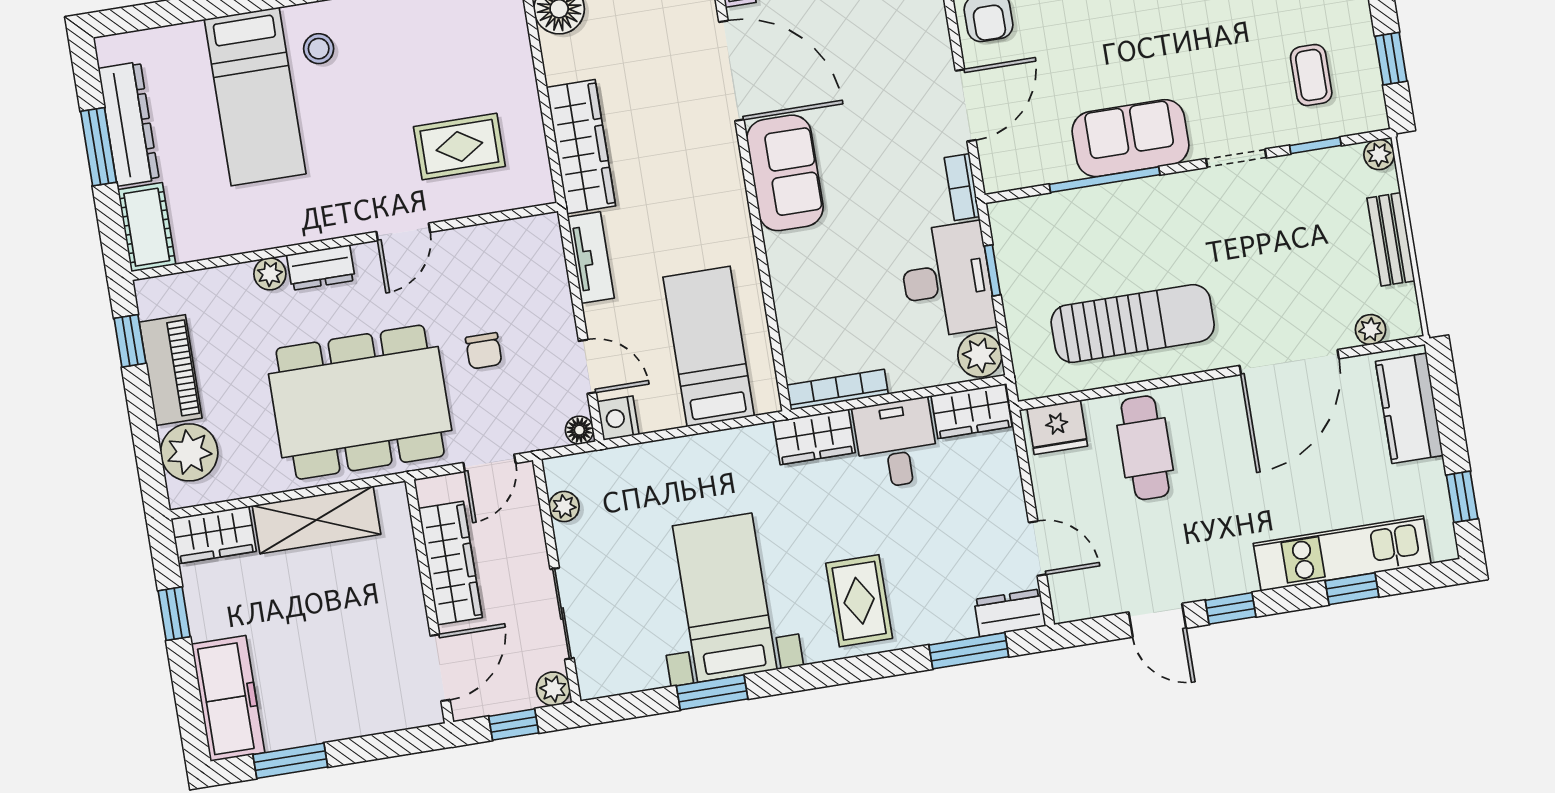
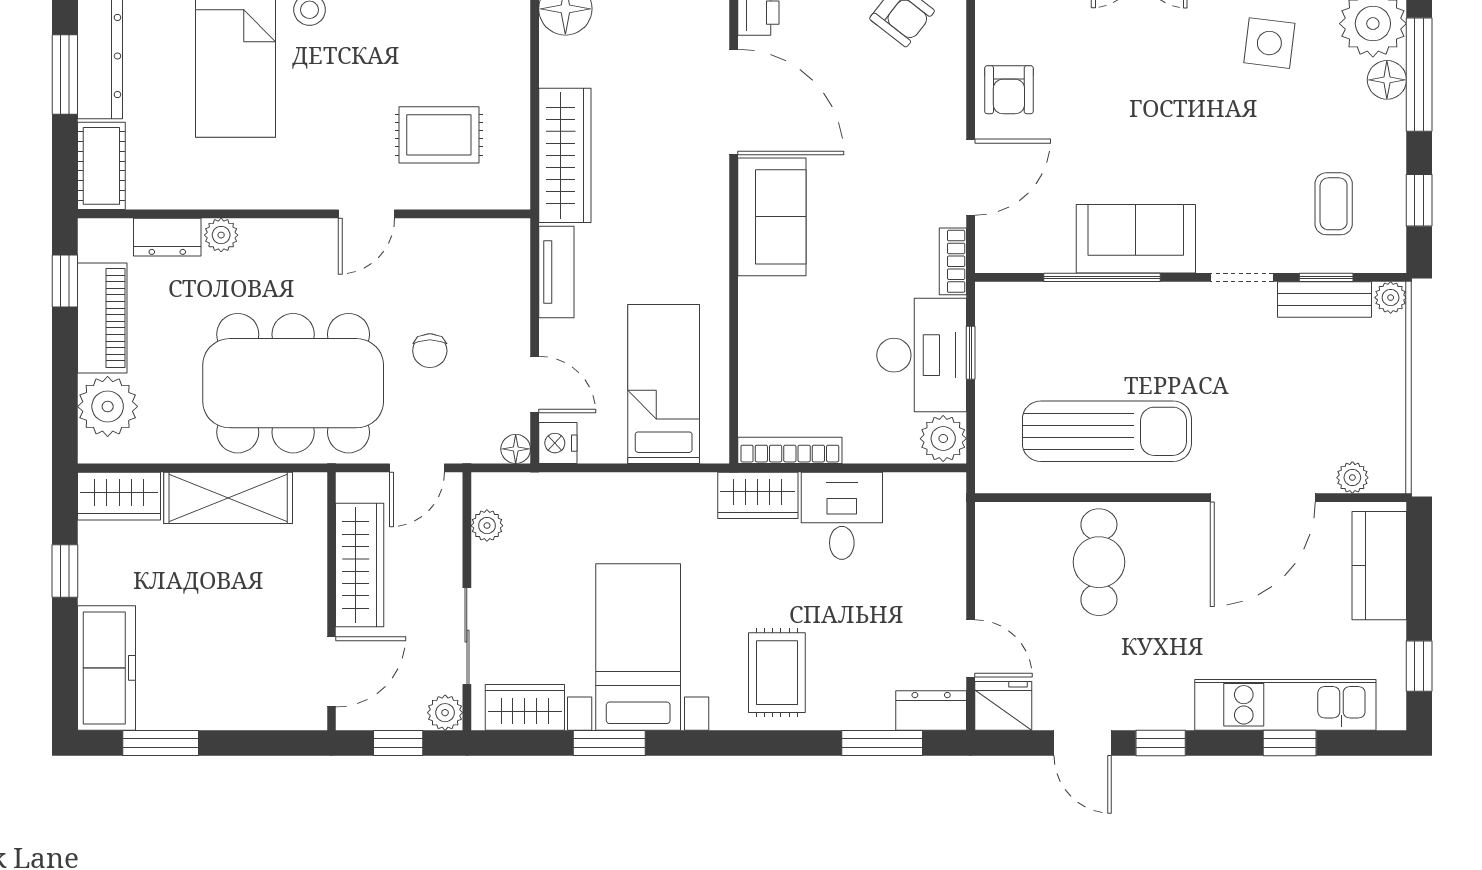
bench: (1391, 239) -> (1324, 300), moved, turned 90
dresser: (321, 268) -> (167, 237), moved
wardrobe: (971, 411) -> (525, 707), moved, turned 180
fridge: (1057, 427) -> (1003, 706), moved, turned 180

